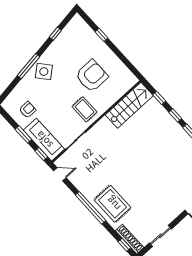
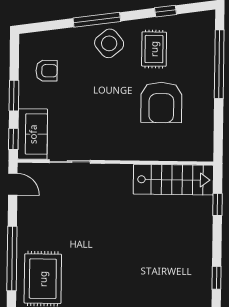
window: (101, 35) -> (219, 64), width x3.17
armchair: (92, 76) -> (161, 102), turned 90
rug: (85, 109) -> (154, 49), moved
window: (175, 115) -> (217, 243), removed
sofa: (44, 140) -> (33, 134), width x0.73

